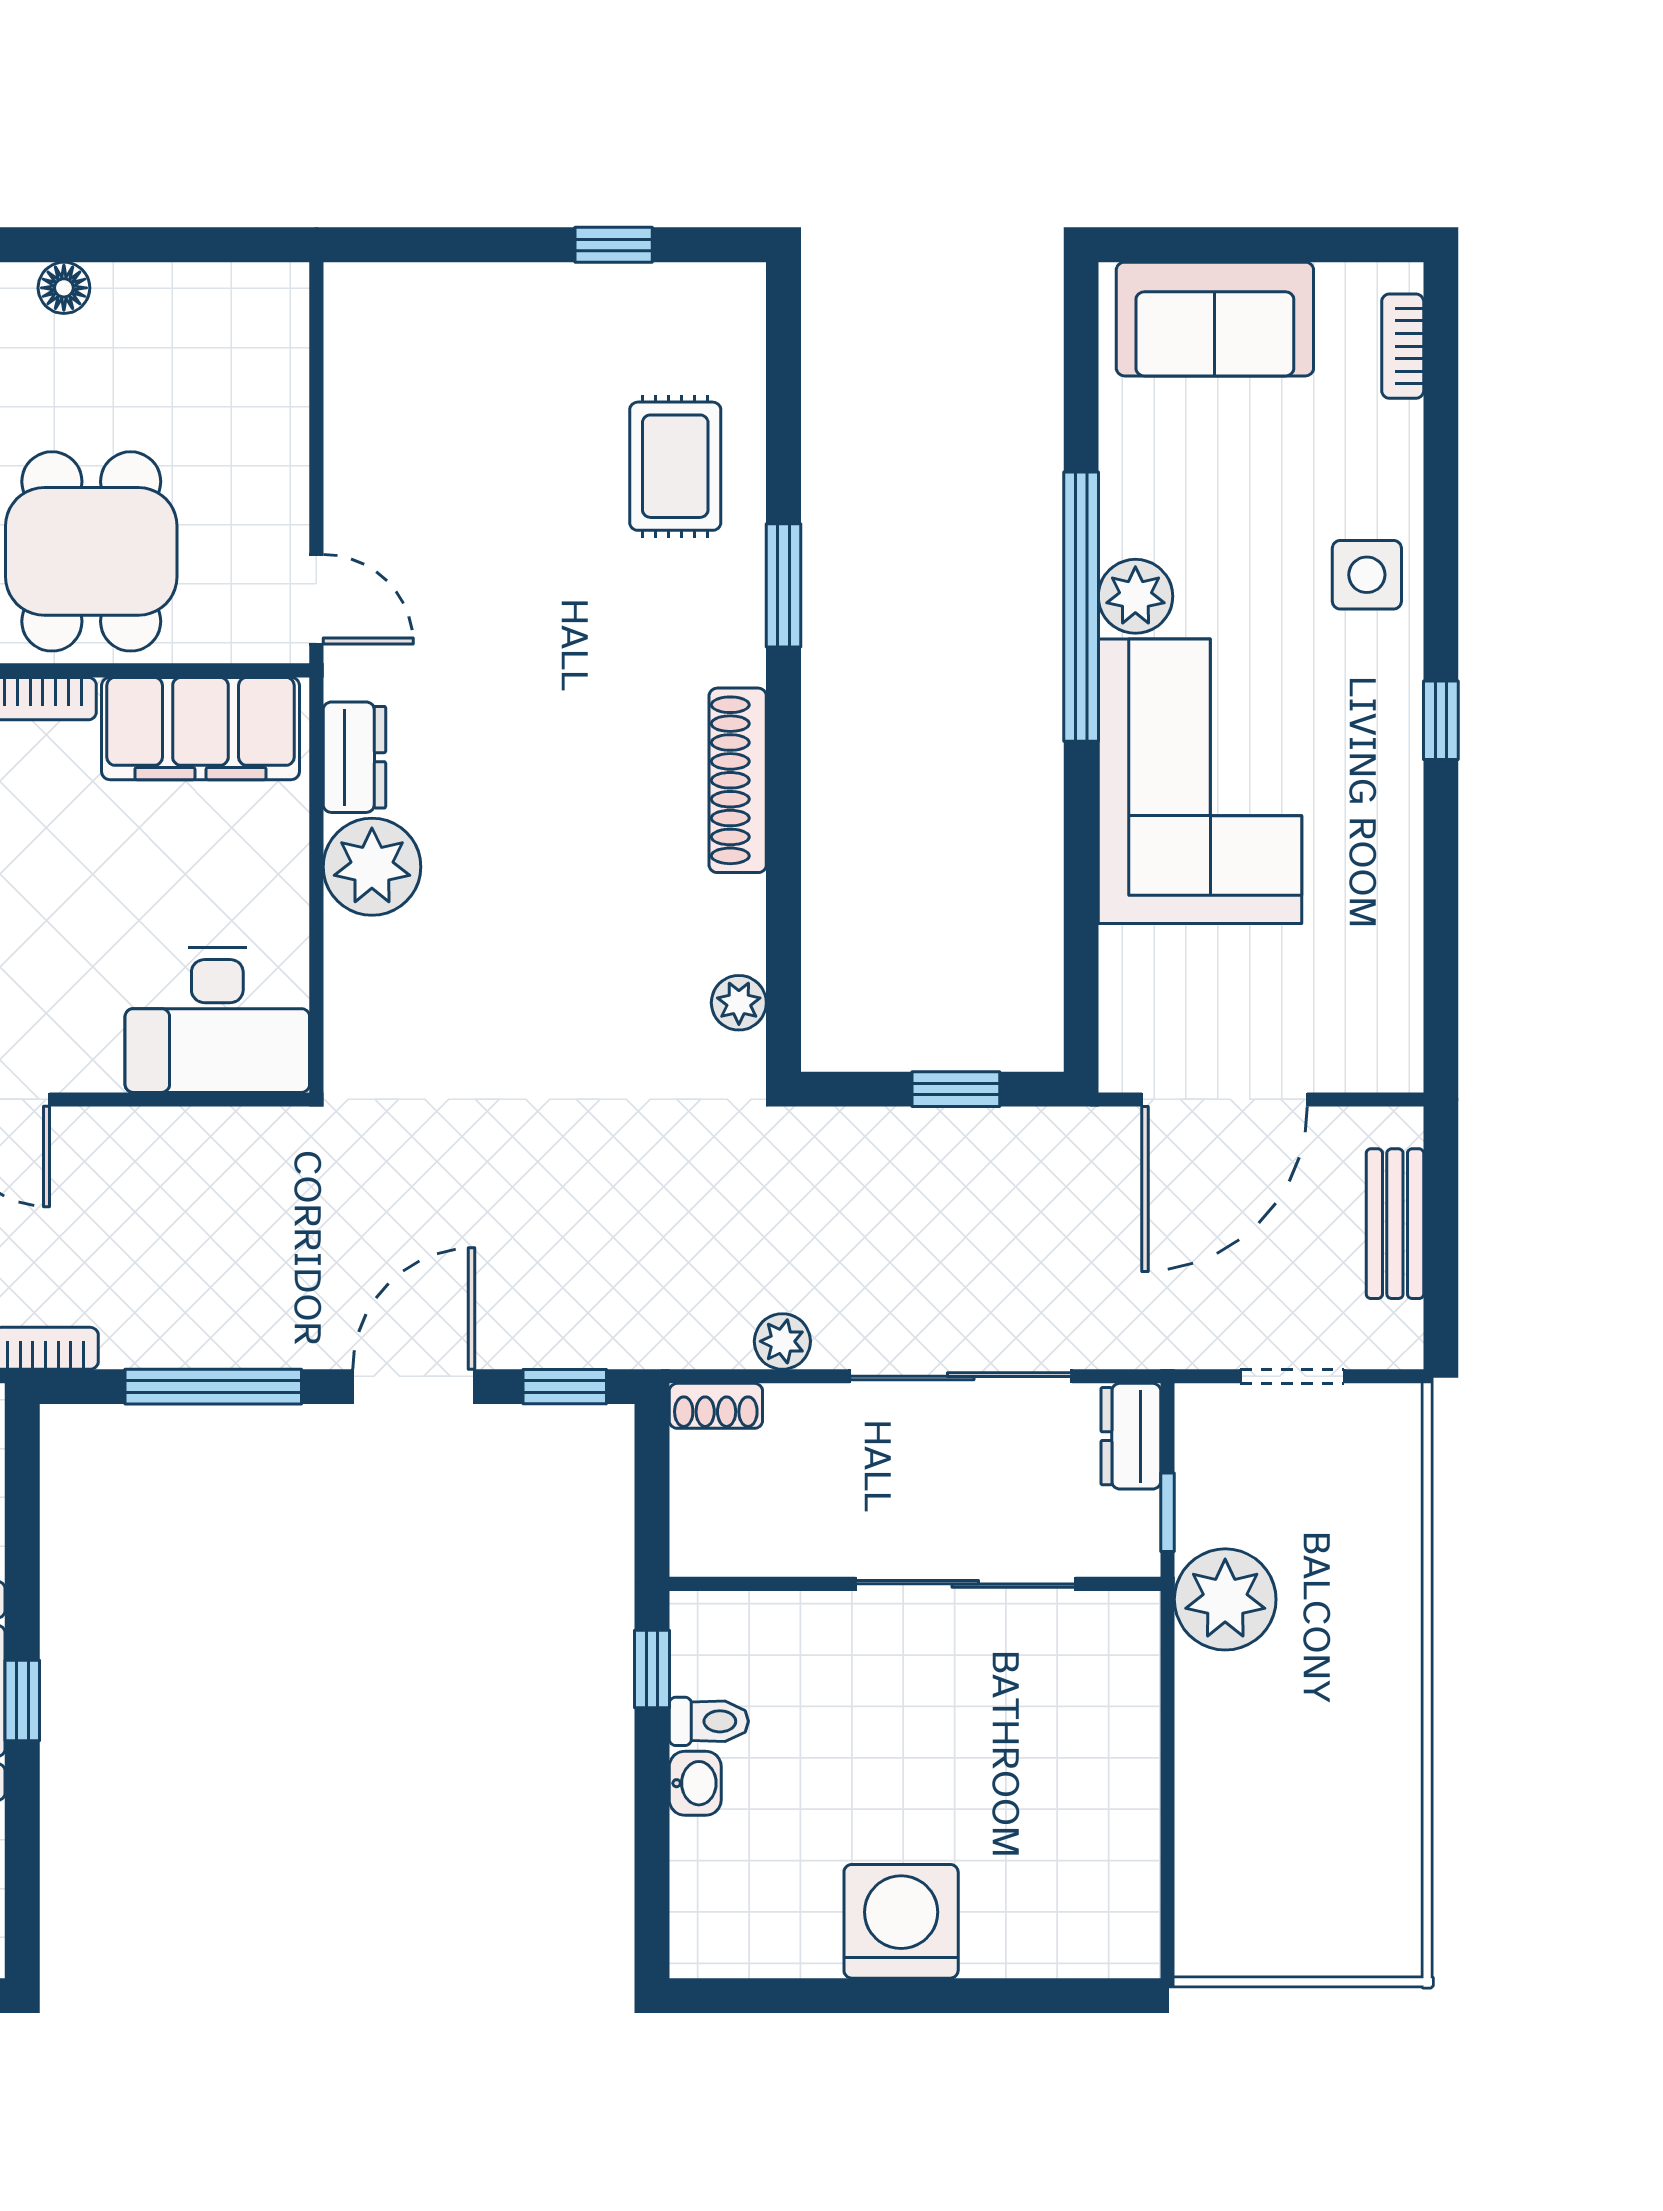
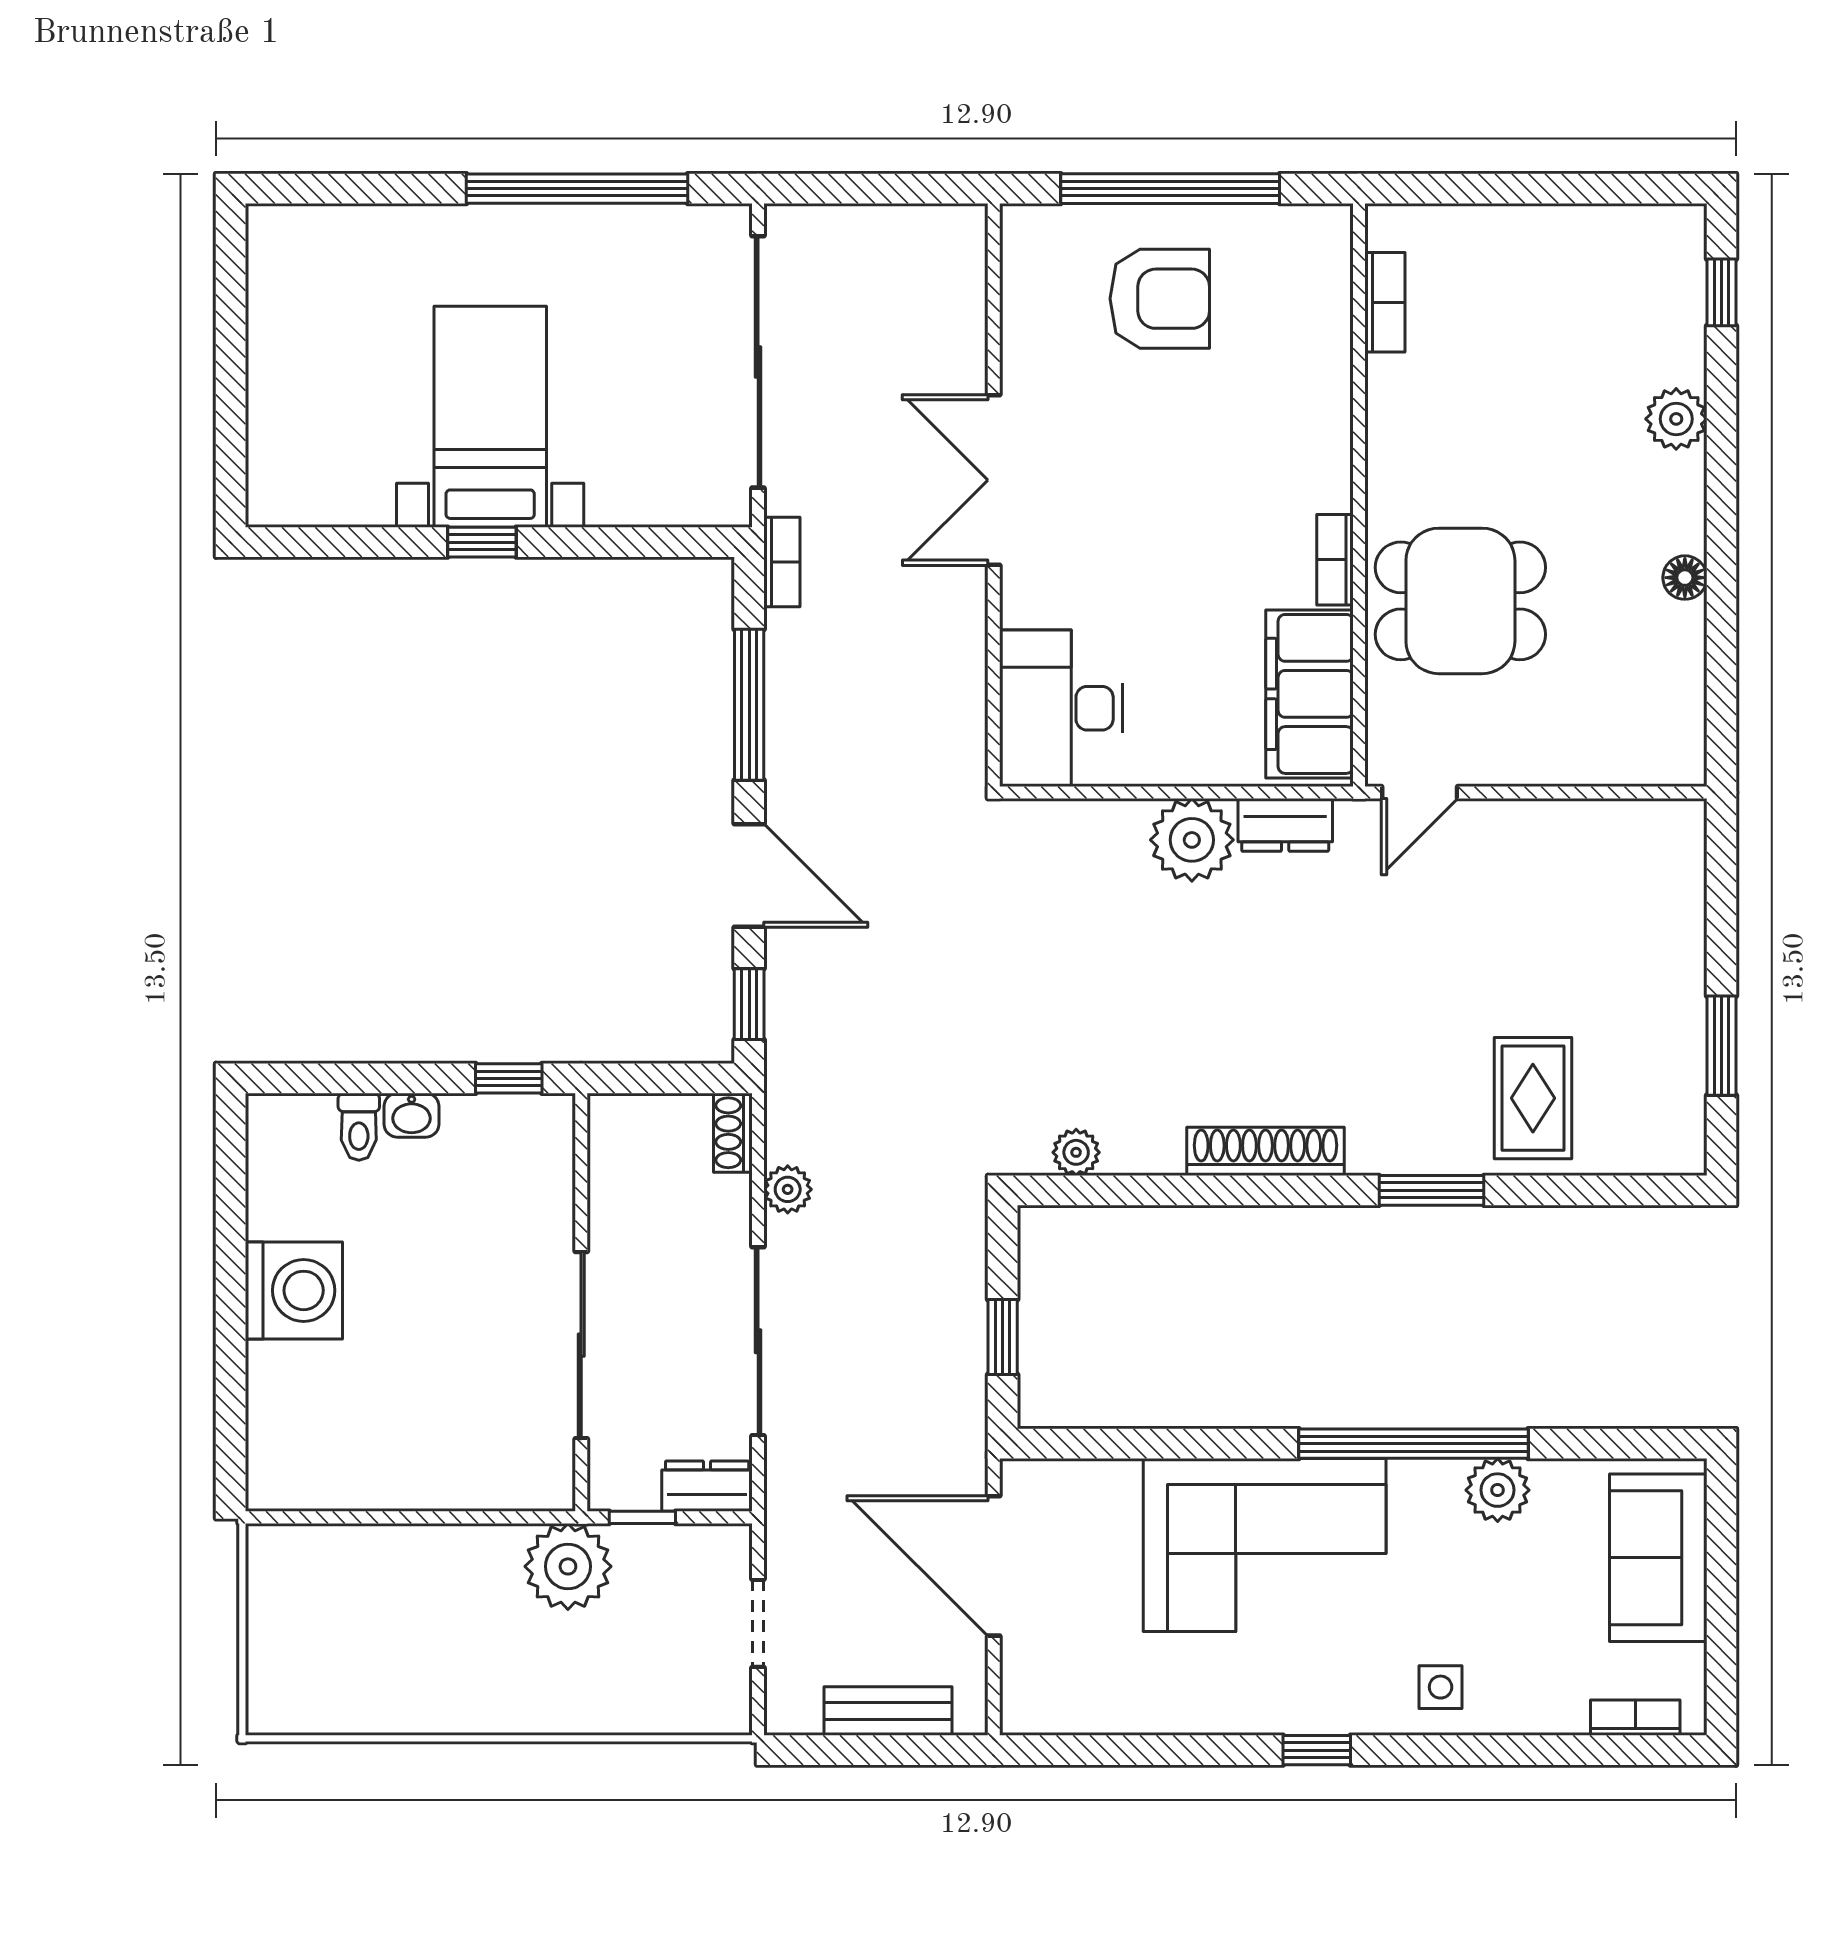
window: (614, 245) -> (1721, 1046), width x1.50
rug: (675, 466) -> (1533, 1098), turned 90
side table: (1367, 575) -> (1441, 1687), width x0.73, depth x0.73
plant: (1135, 596) -> (1498, 1490), moved
toilet: (709, 1721) -> (359, 1127), moved

